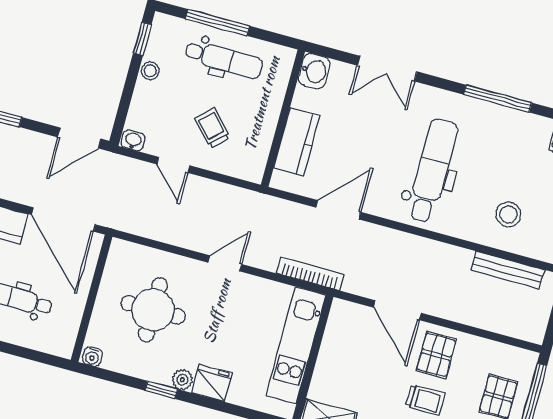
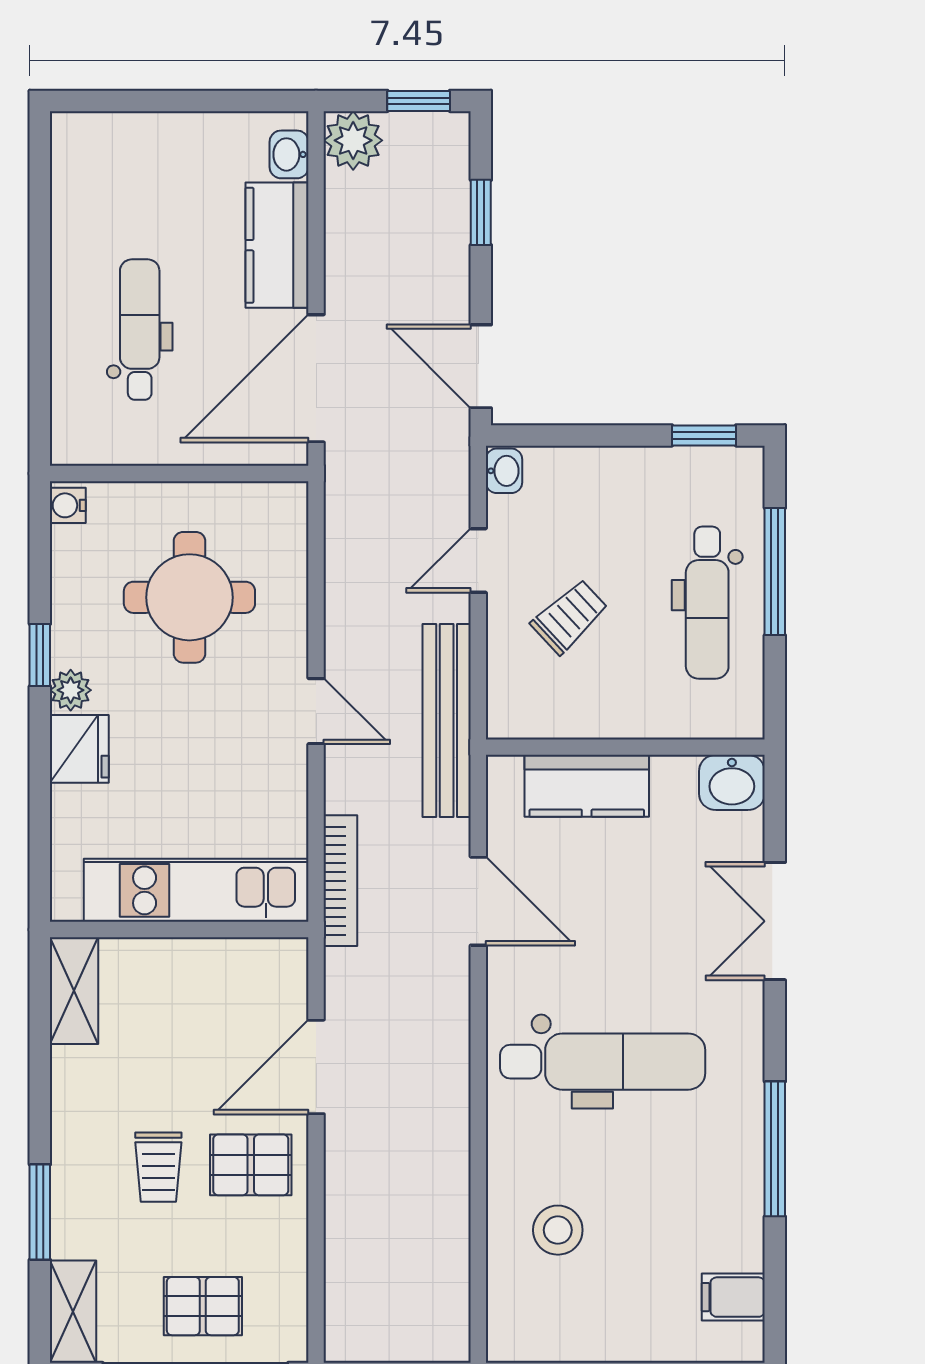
stool: (150, 71) -> (647, 467), removed
bench: (508, 270) -> (447, 721), moved, width x1.37, depth x1.21

